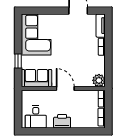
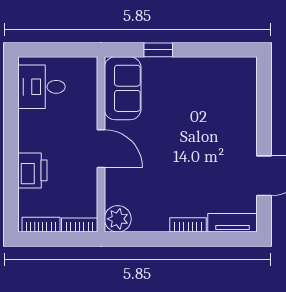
corner sofa: (36, 35) -> (214, 88), removed
door: (65, 88) -> (101, 149), hinge flipped
printer: (62, 121) -> (32, 170), moved

